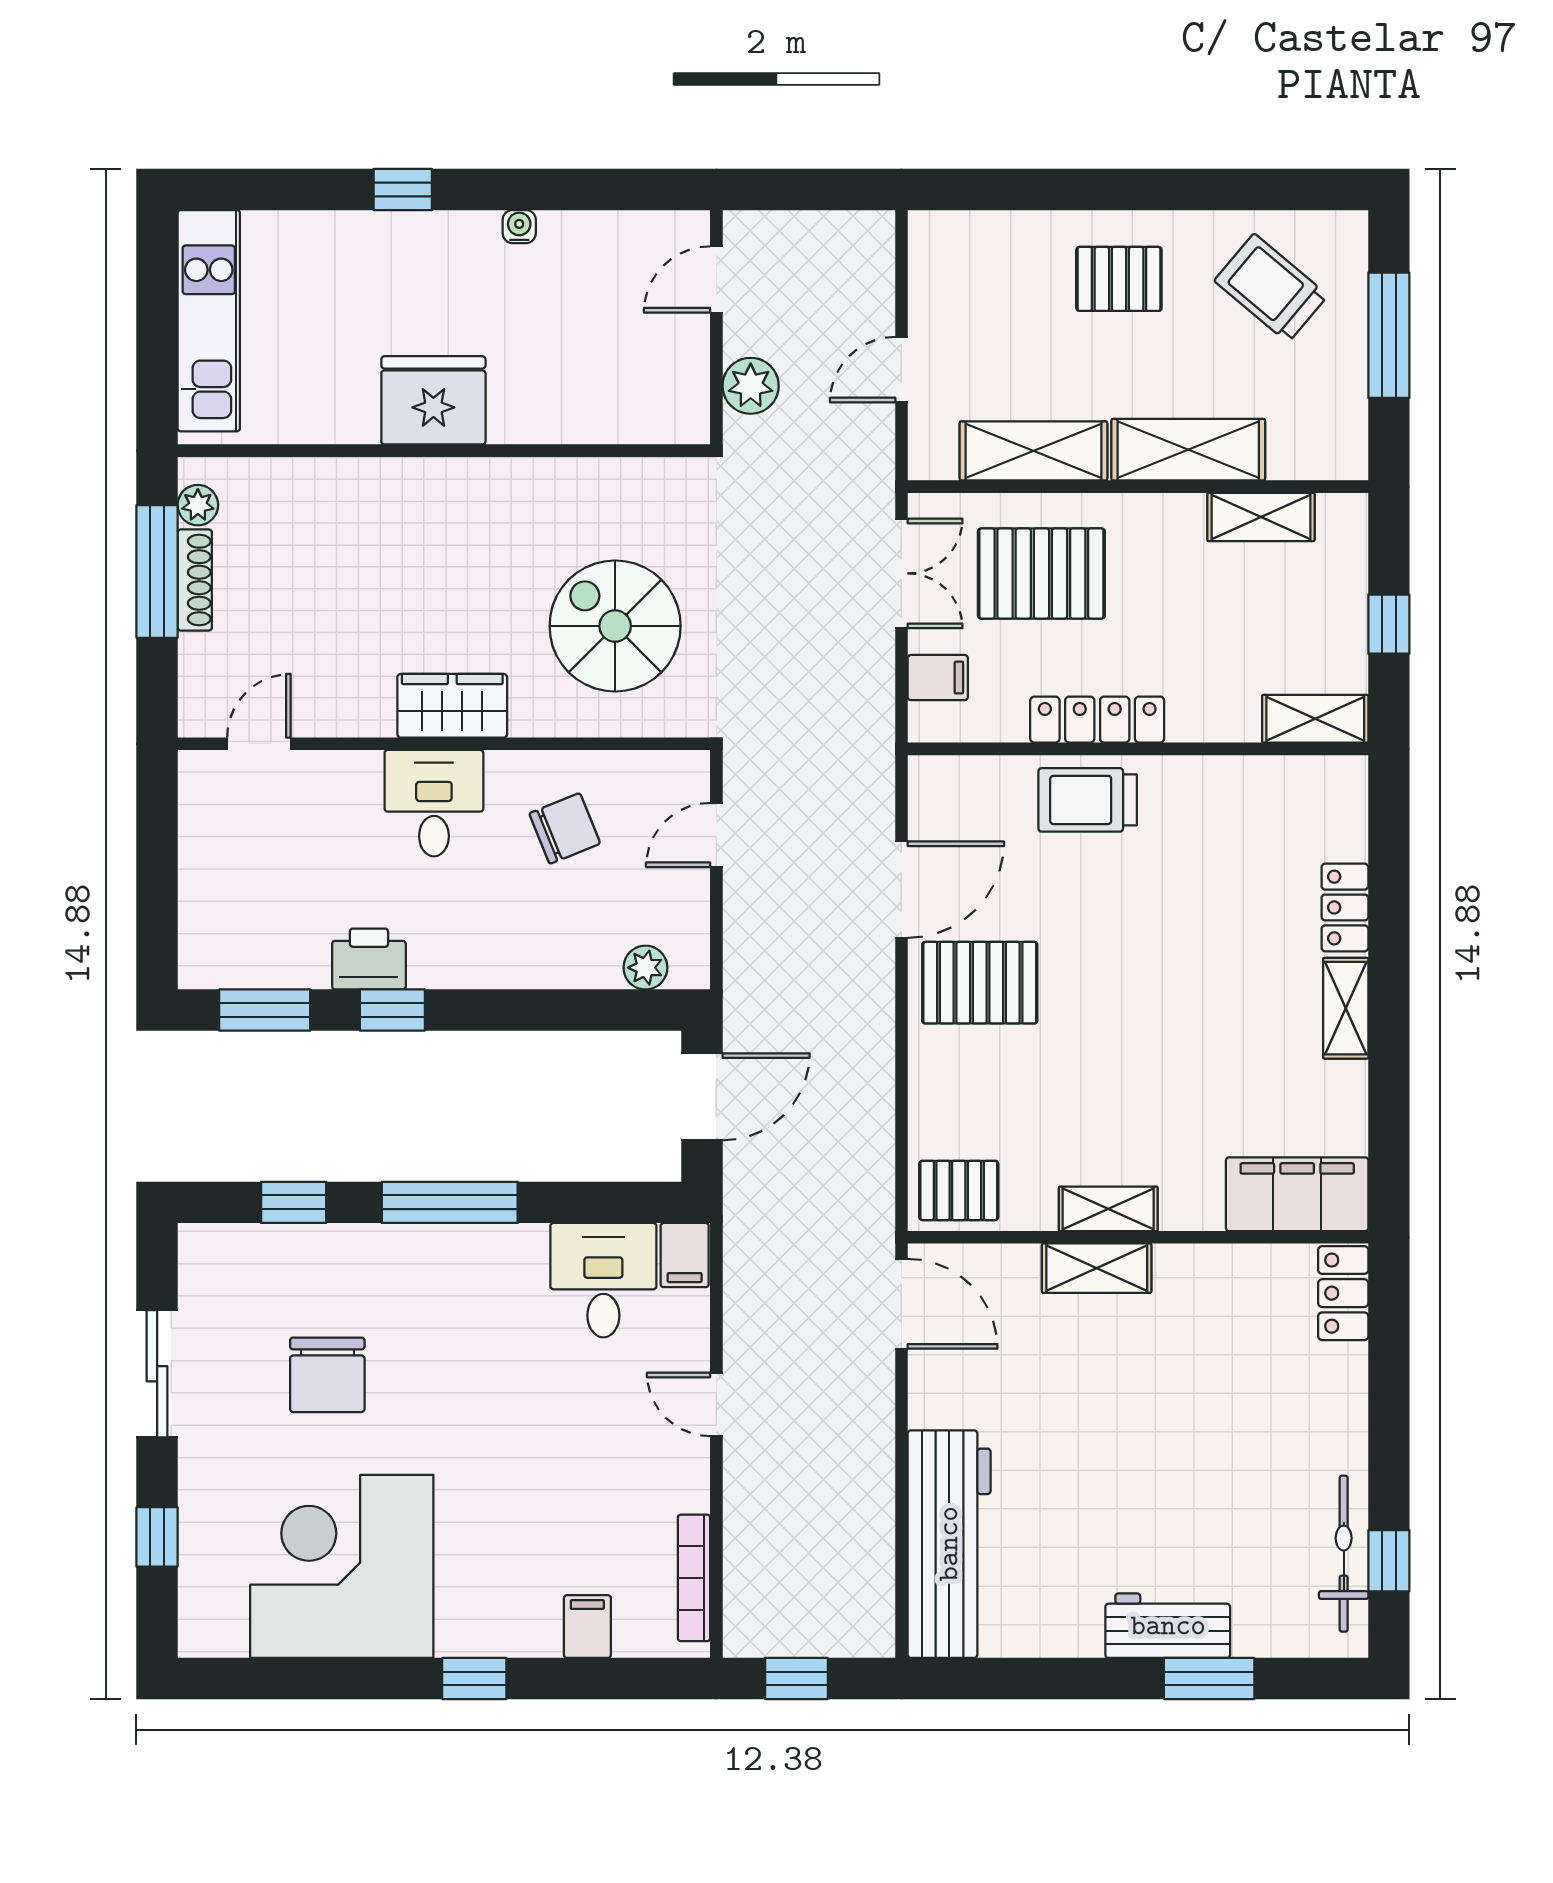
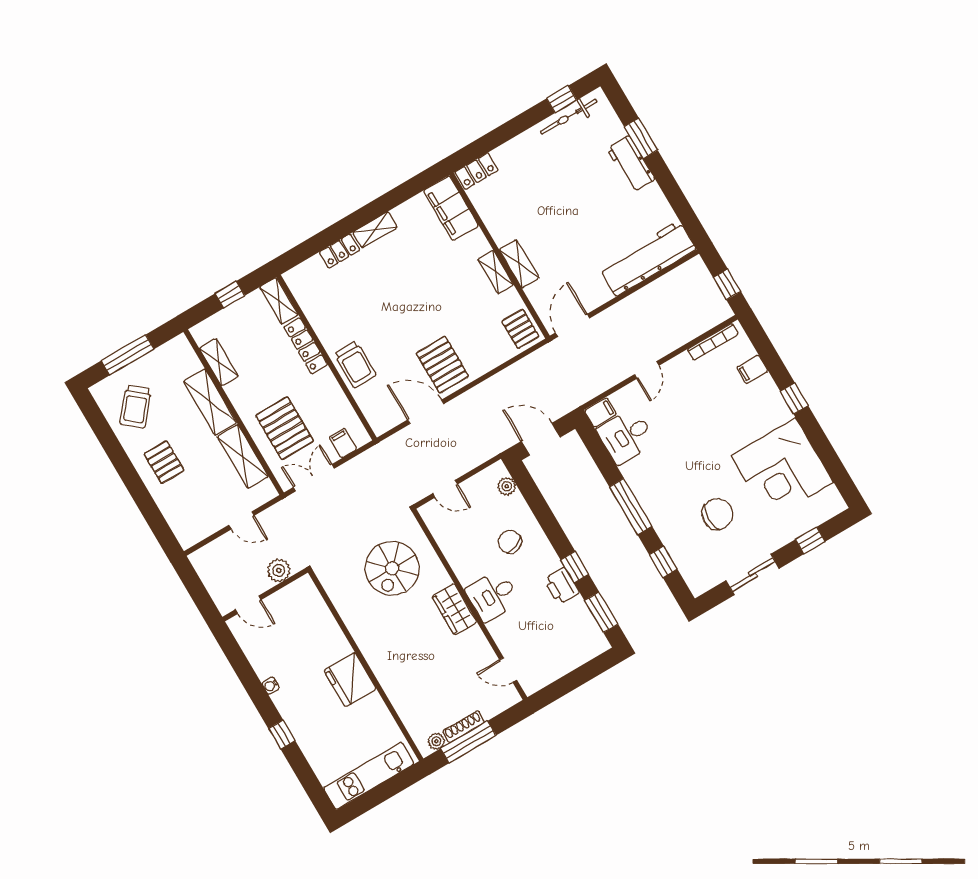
locker: (1097, 720) -> (306, 346), moved
chair: (565, 828) -> (510, 542), moved

